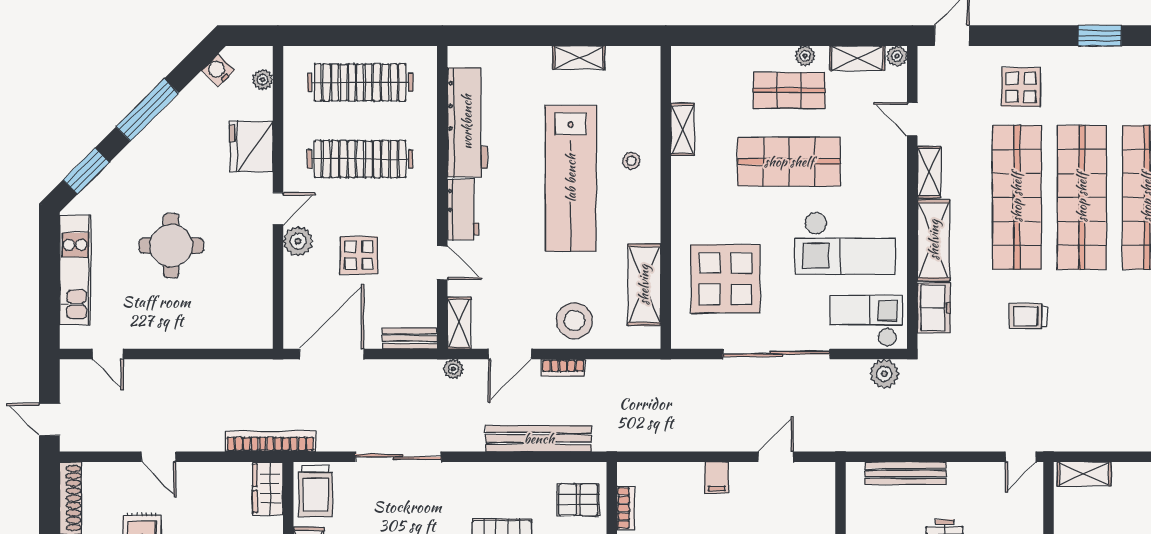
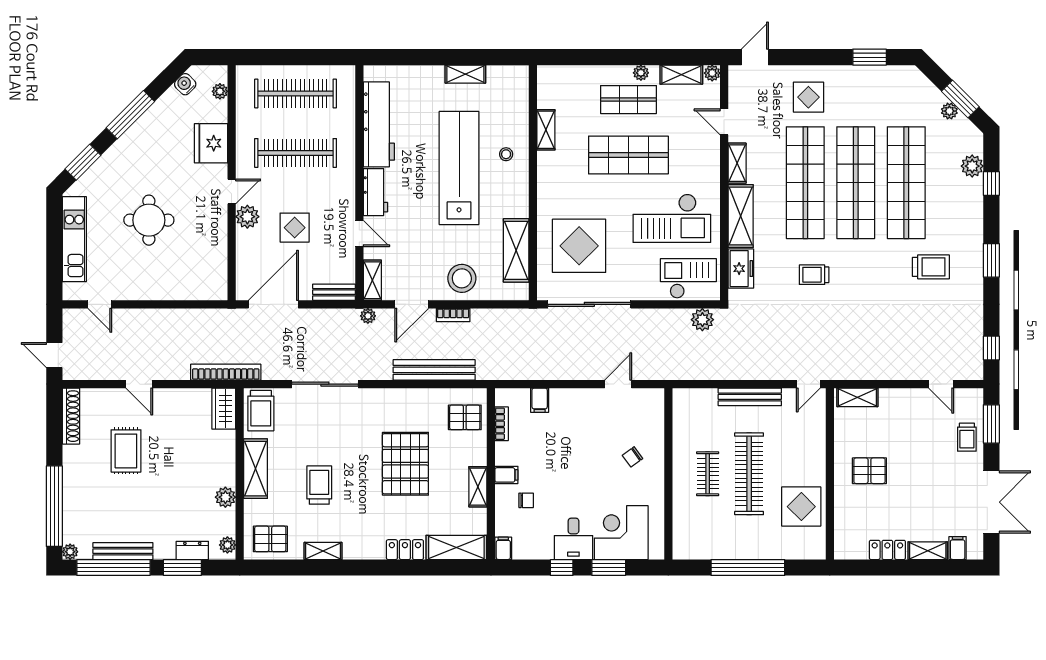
lab bench: (571, 178) -> (459, 168), turned 180
sliding door: (776, 354) -> (589, 304), moved
bench: (906, 473) -> (750, 397), moved
filing cabinet: (717, 478) -> (540, 400), moved

